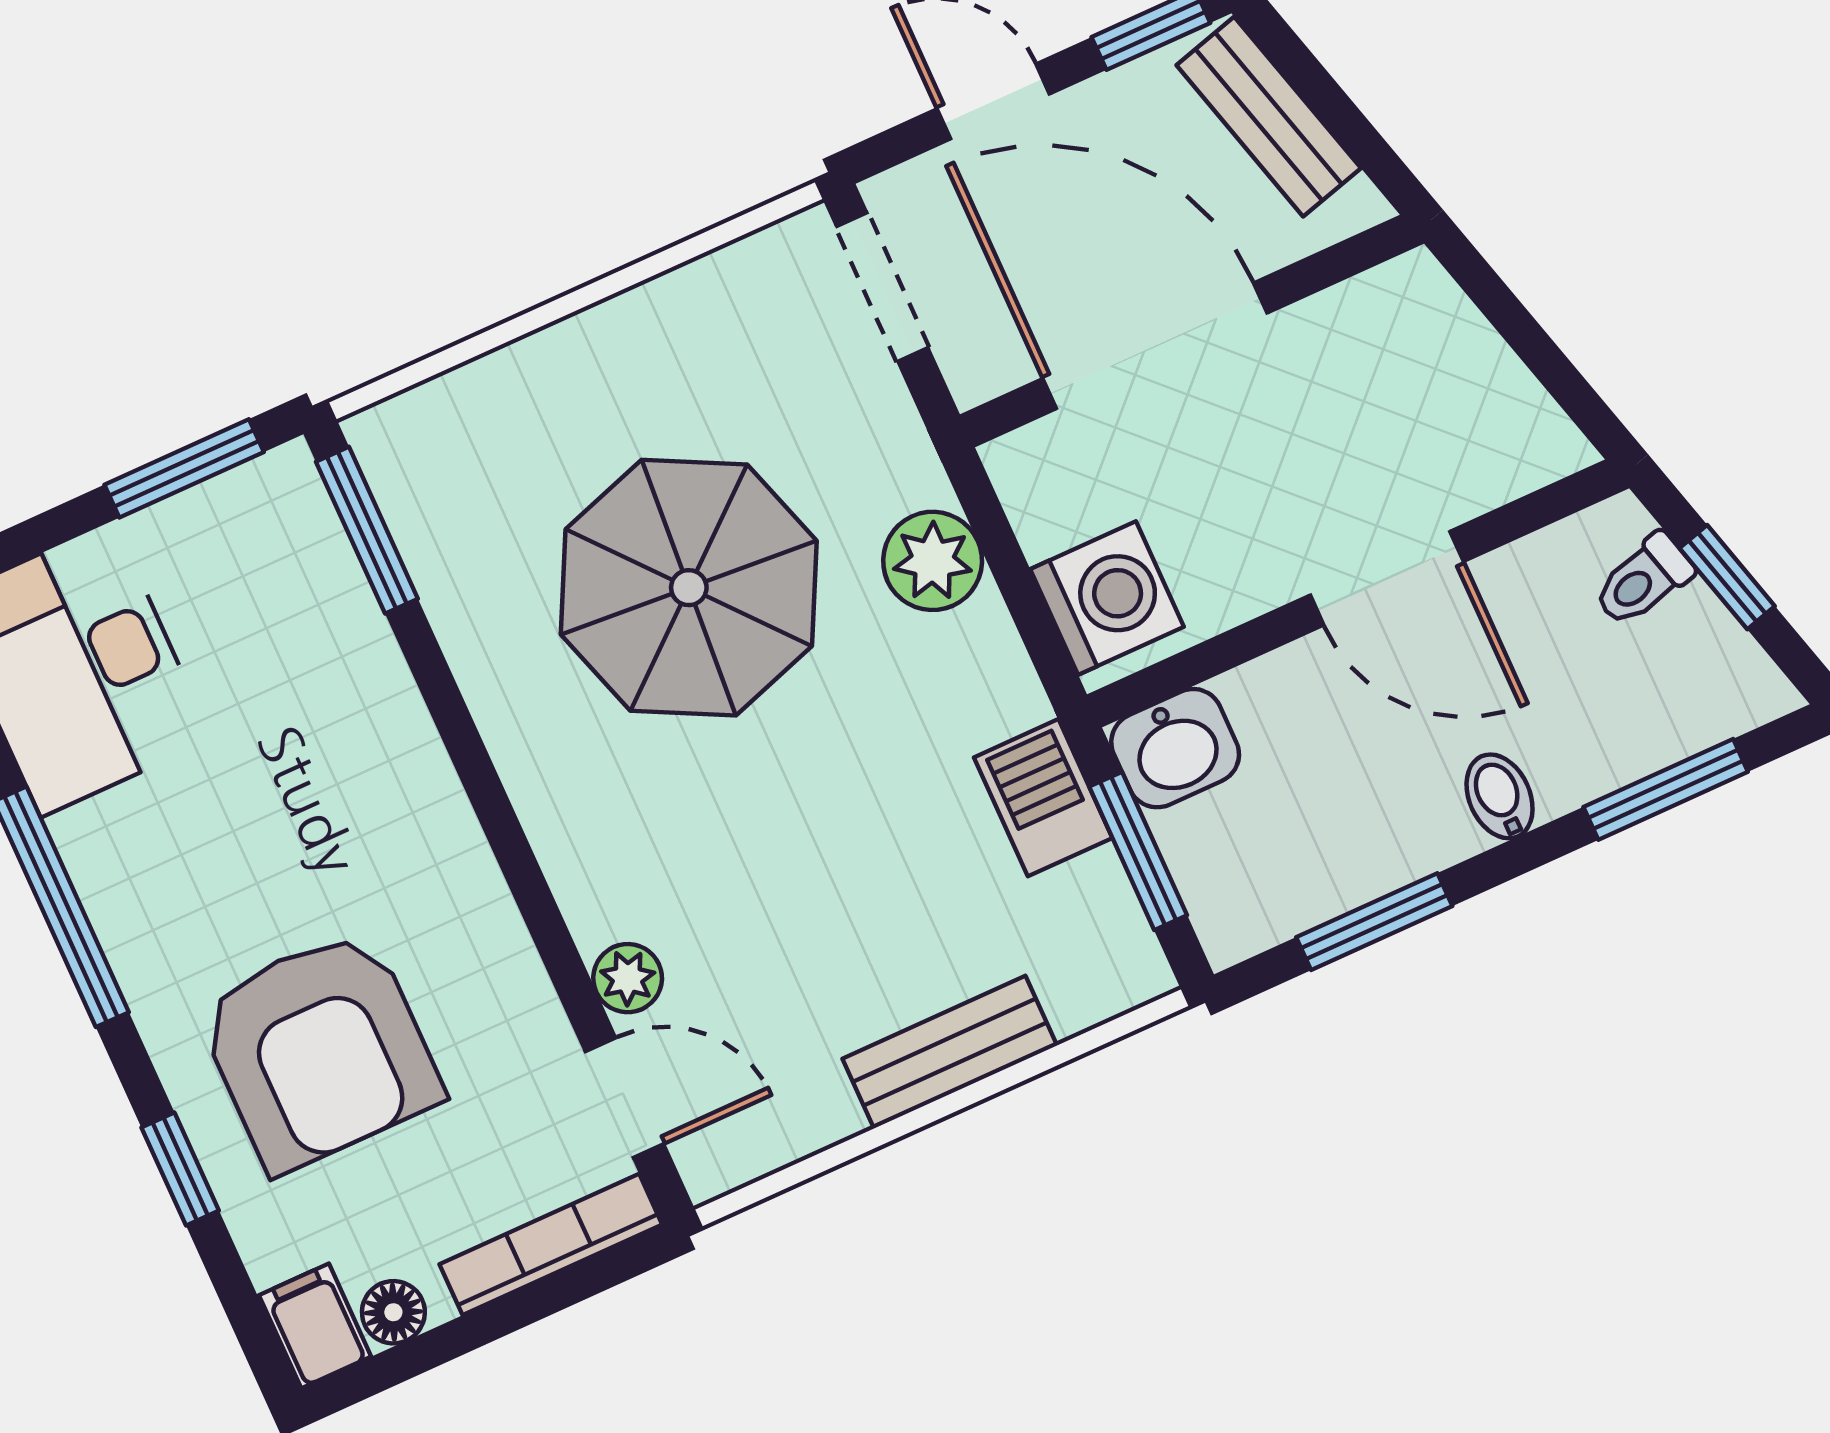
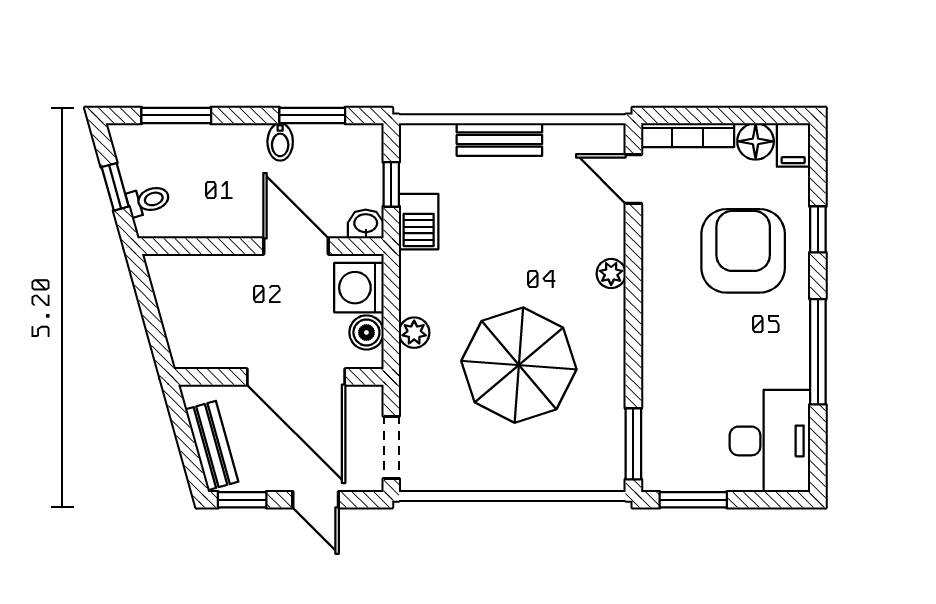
boiler: (1047, 509) -> (366, 332), added
plant: (933, 561) -> (414, 333), width x0.73, depth x0.73
door: (1387, 578) -> (296, 246), moved
washbasin: (1175, 748) -> (366, 224), width x0.72, depth x0.69
bidet: (1500, 796) -> (280, 142), moved
window: (1138, 851) -> (391, 184), width x0.67
plant: (628, 978) -> (611, 274), moved
floor lamp: (393, 1312) -> (756, 141), width x1.37, depth x1.37

